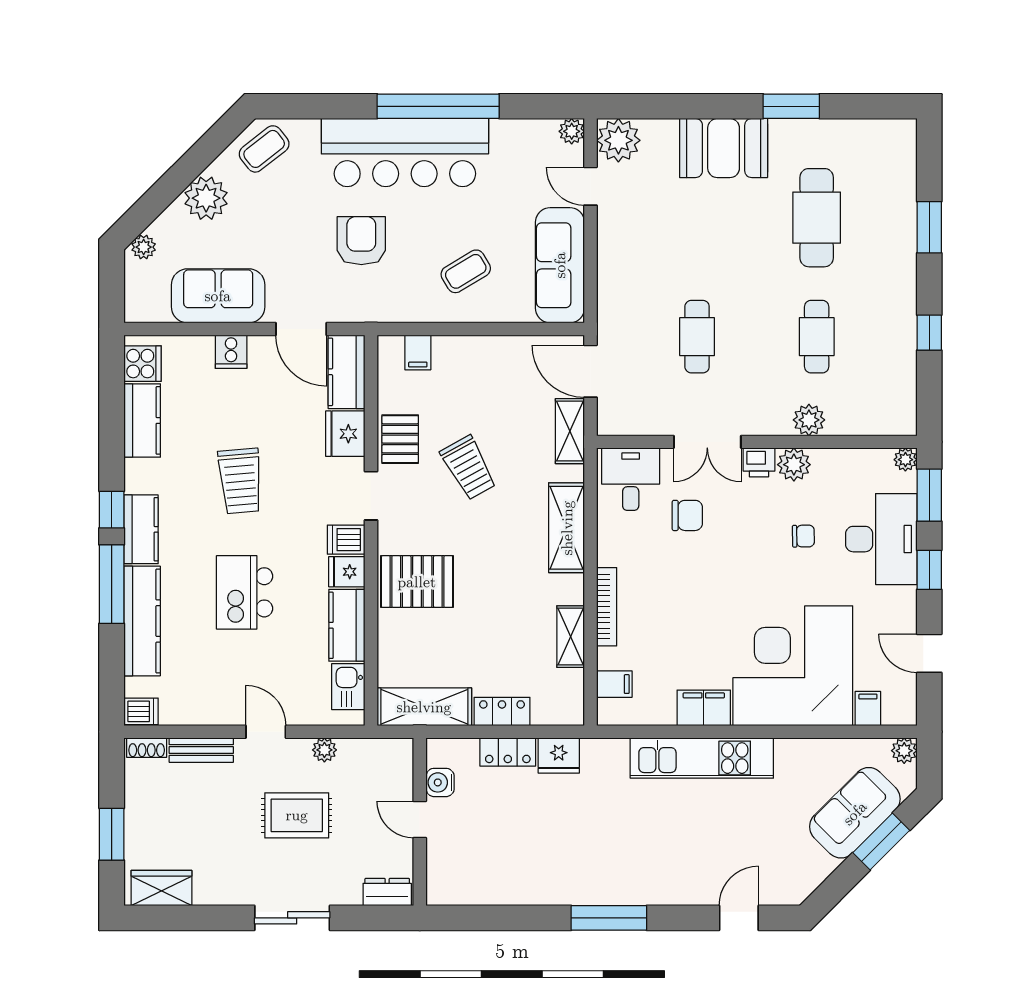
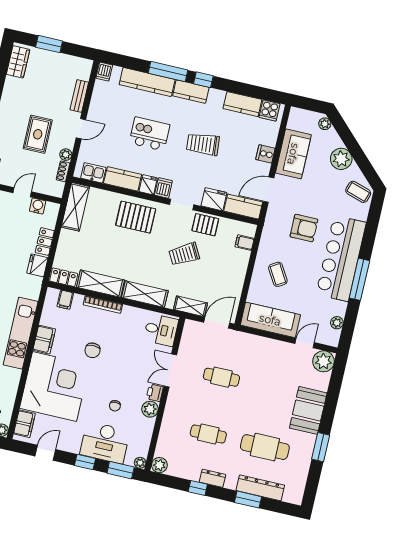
window: (438, 106) -> (359, 279), width x0.68
plant: (572, 131) -> (337, 323), moved
coffee table: (264, 149) -> (358, 192), turned -34
dresser: (900, 208) -> (260, 488), added
dresser: (903, 308) -> (213, 478), added
plant: (809, 420) -> (159, 465), moved
chair: (687, 515) -> (92, 350), moved
pallet: (417, 582) -> (136, 217), turned 90
shelving: (571, 637) -> (101, 284), width x1.50, depth x1.33
filing cabinet: (868, 709) -> (24, 424), width x2.00
locker: (502, 711) -> (64, 277), moved, turned -90
shoe rack: (147, 748) -> (63, 171), moved

